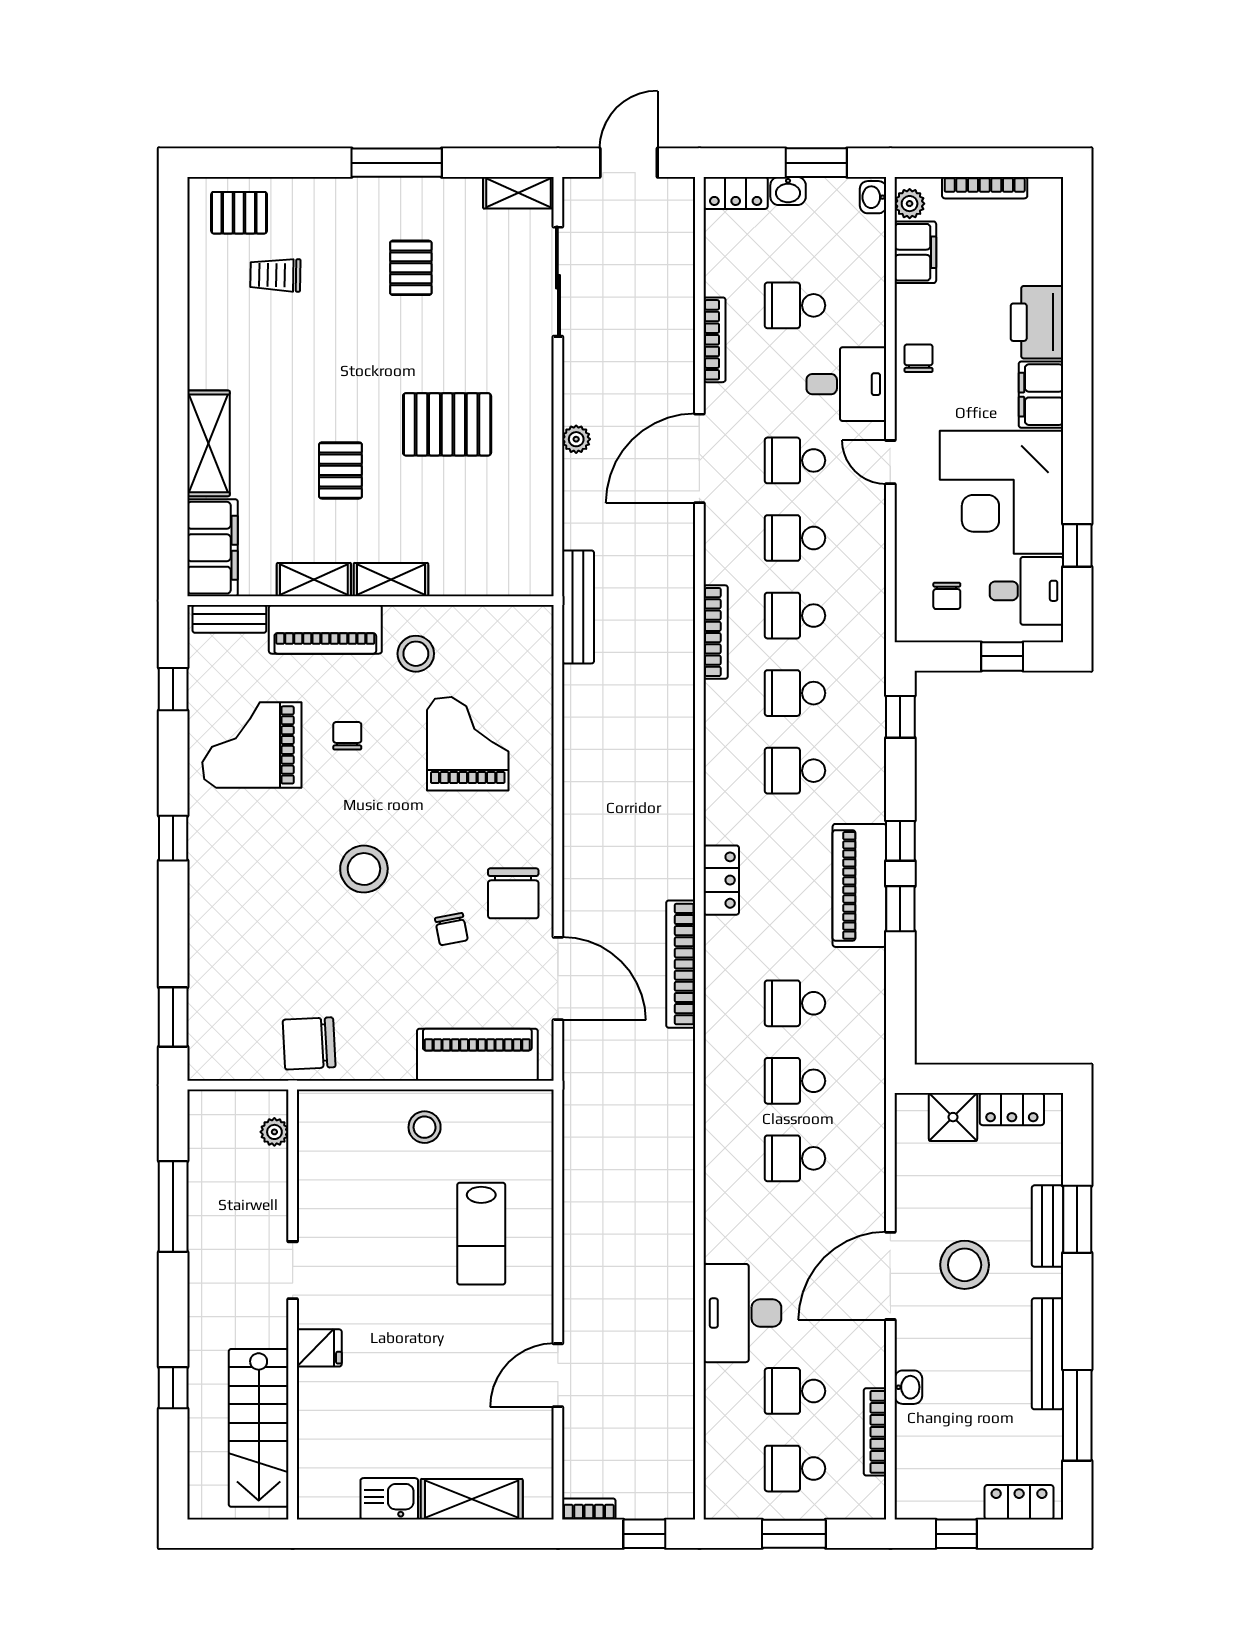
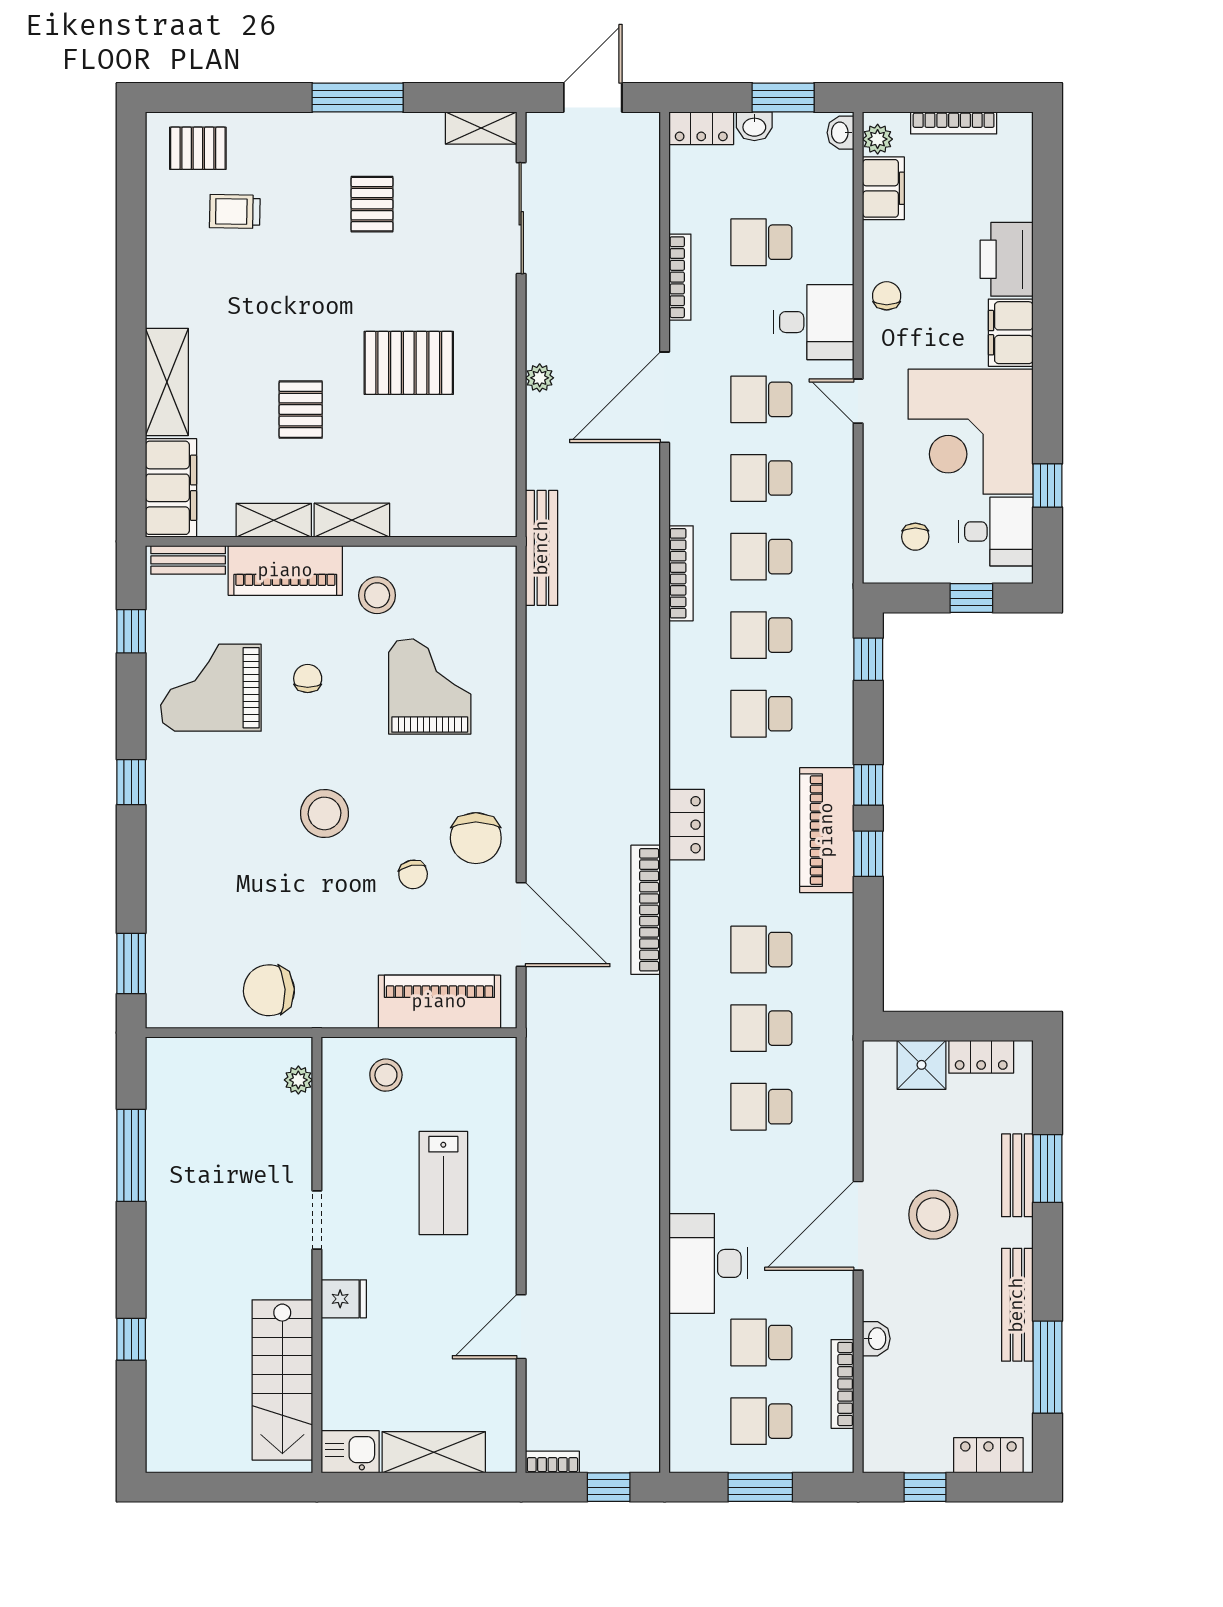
plant: (274, 1132) -> (298, 1080), moved
doorway: (293, 1270) -> (317, 1220), moved
wall: (293, 1304) -> (317, 1255), moved
fridge: (319, 1348) -> (344, 1299), moved
stairs: (259, 1428) -> (282, 1380), moved

